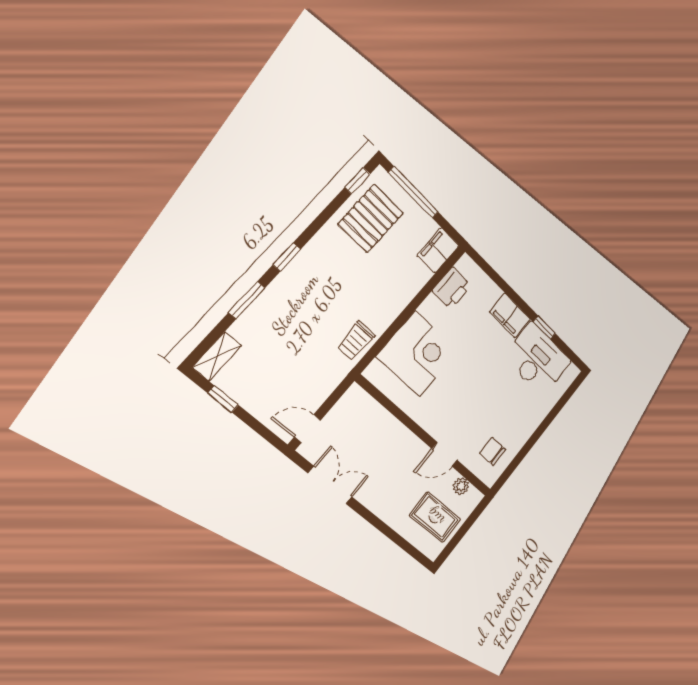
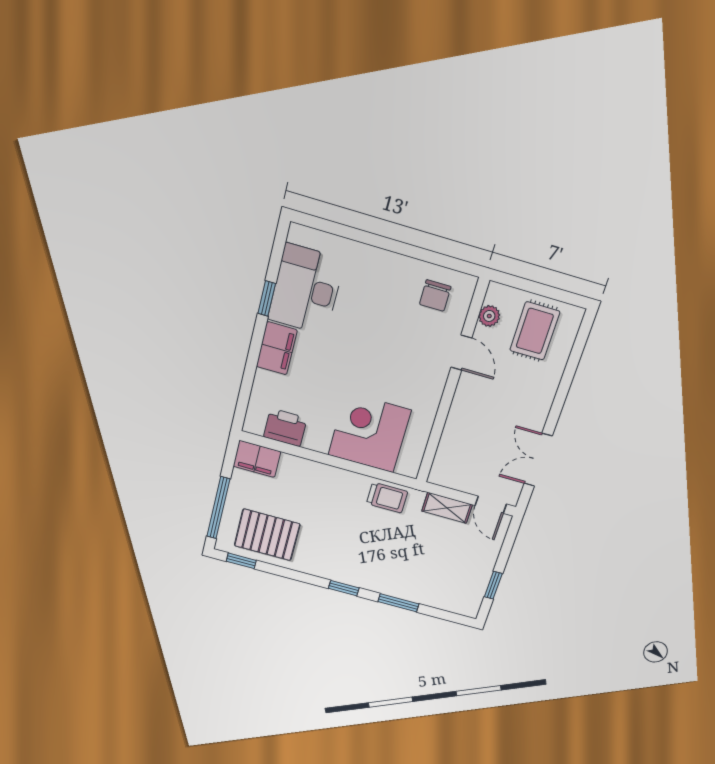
shelving: (217, 356) -> (447, 508), moved

